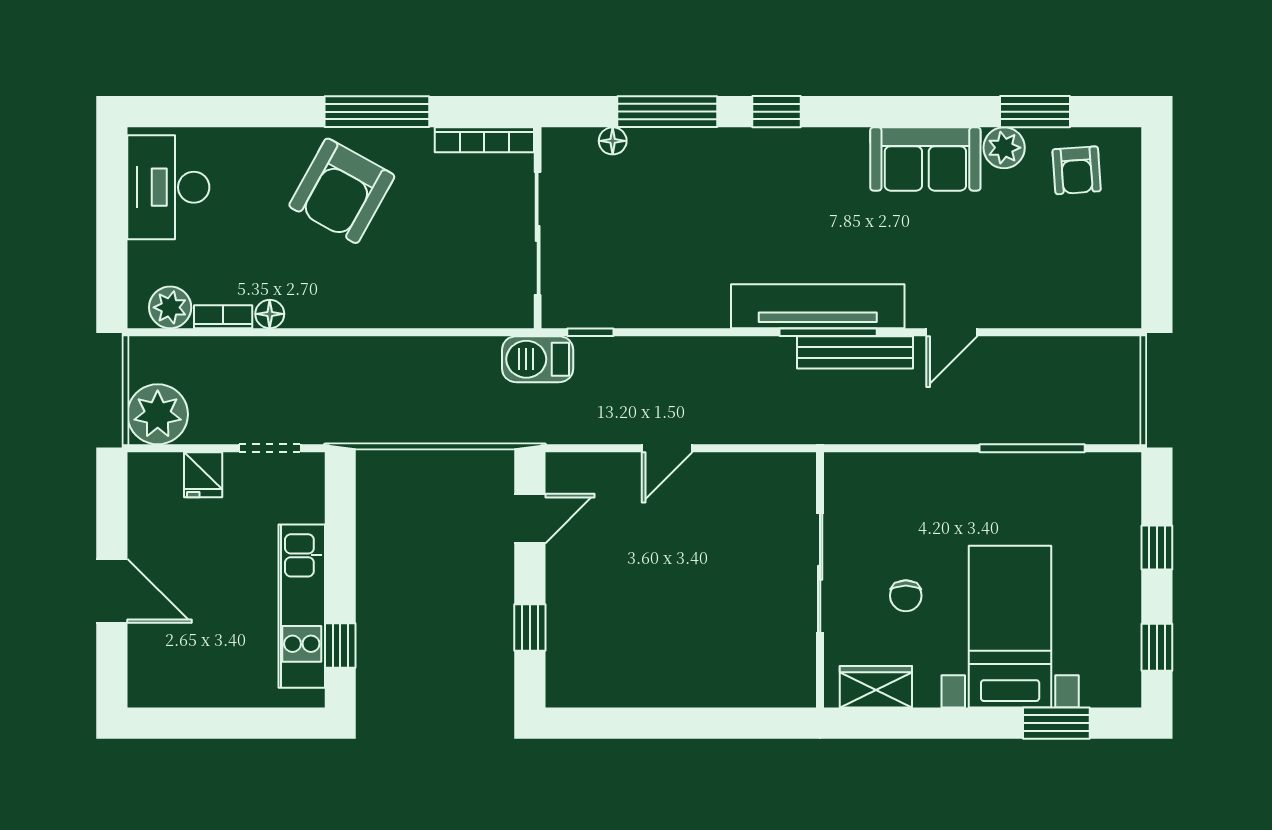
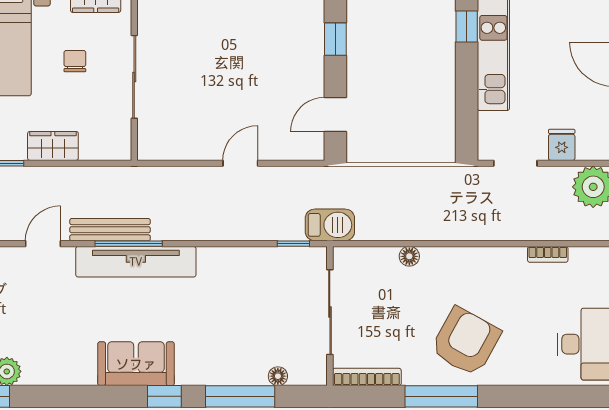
sofa: (925, 159) -> (136, 364), moved
plant: (170, 307) -> (585, 261), removed
floor lamp: (270, 314) -> (409, 256), moved
wardrobe: (937, 473) -> (53, 146), added

